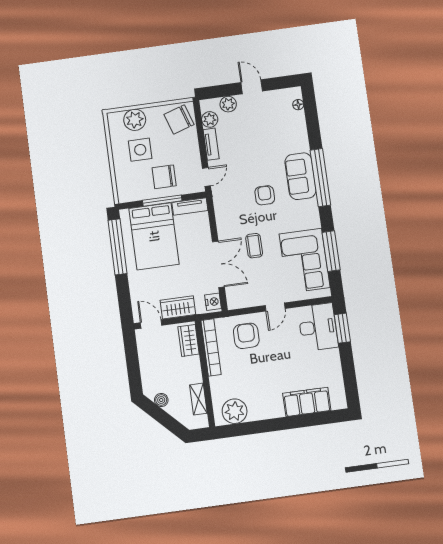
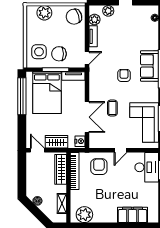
side table: (140, 150) -> (39, 52), moved
wardrobe: (189, 340) -> (61, 169), width x1.50

